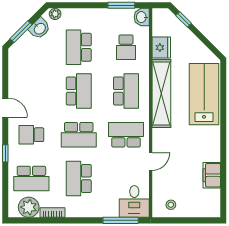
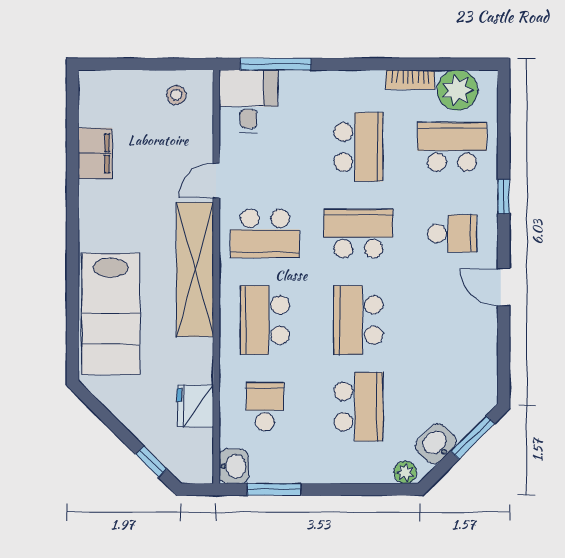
shelving: (161, 93) -> (195, 269), moved

